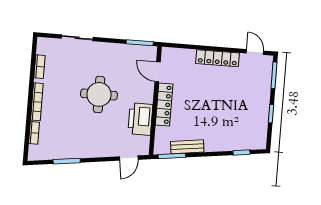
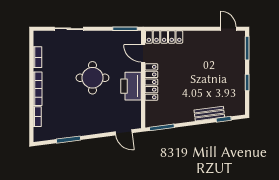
locker: (217, 58) -> (164, 37), moved
printer: (140, 119) -> (131, 86), moved
bench: (187, 147) -> (209, 114), moved
door: (129, 158) -> (124, 132), hinge flipped

